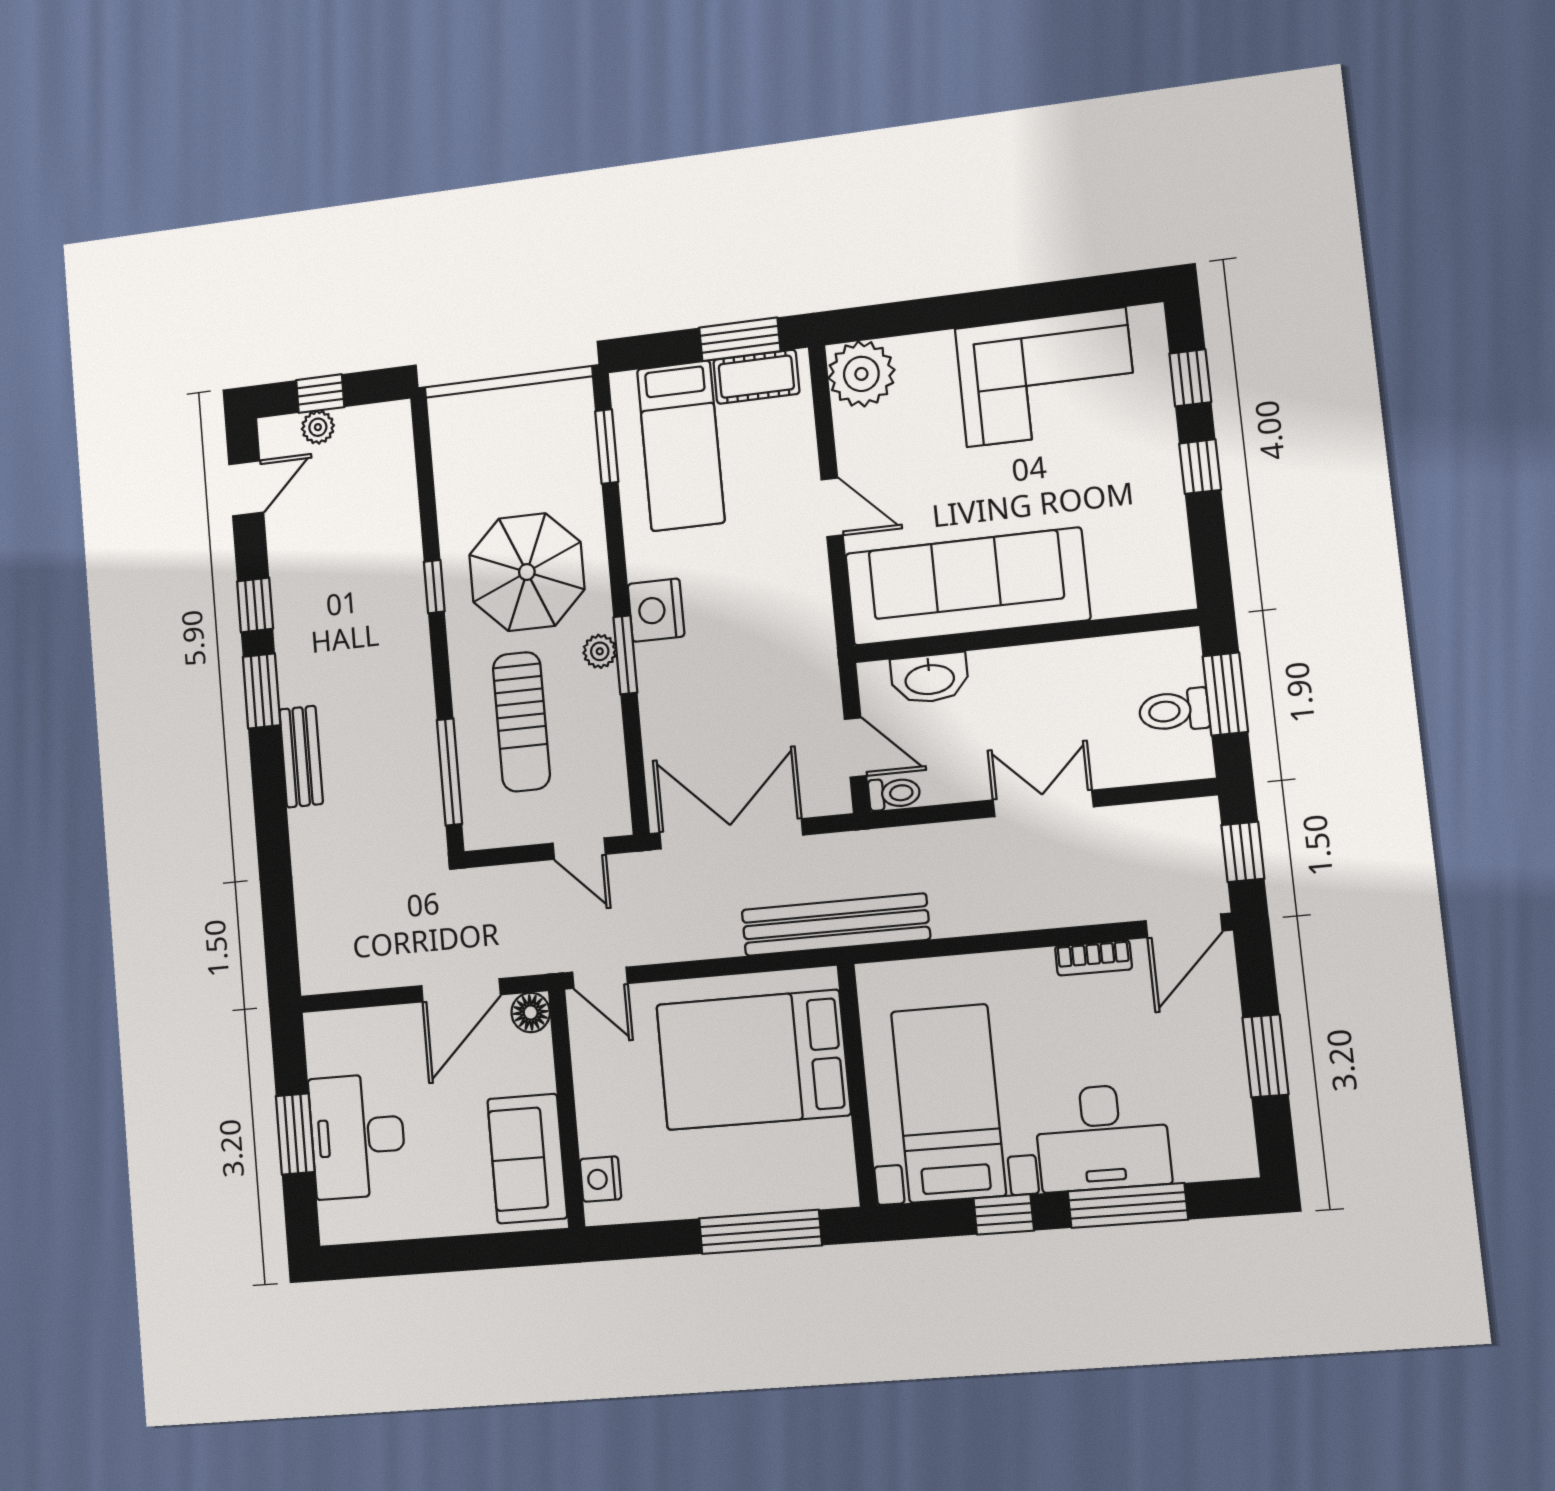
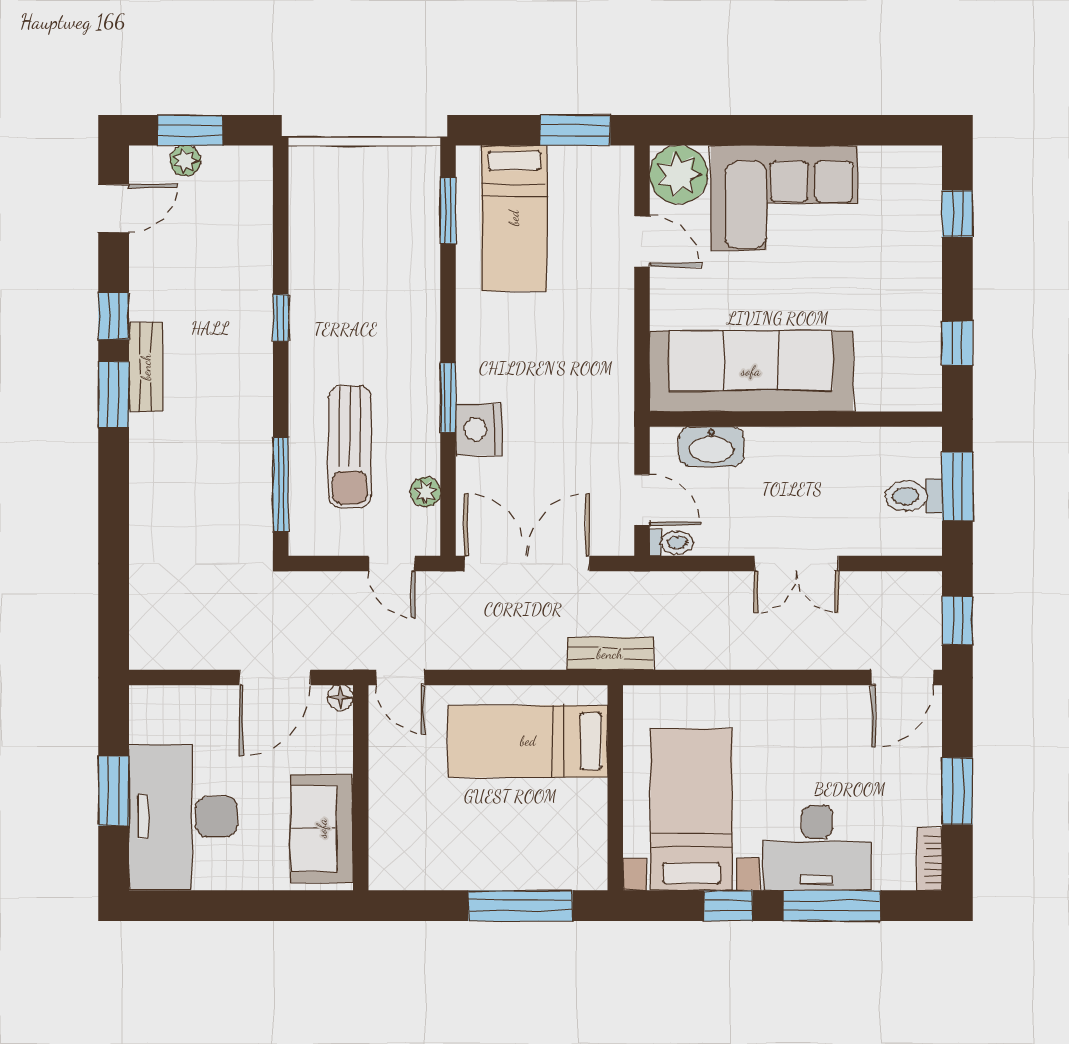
cot: (756, 377) -> (587, 165), removed
corner sofa: (1046, 377) -> (784, 198), moved
window: (320, 394) -> (190, 130), width x1.50
window: (1200, 467) -> (957, 343), moved
door: (832, 507) -> (642, 241), moved
parasol: (527, 572) -> (366, 314), removed
nightstand: (656, 610) -> (479, 429), moved
plant: (600, 651) -> (426, 492), moved
bench: (301, 757) -> (146, 367), moved
double door: (1043, 803) -> (797, 564), swing flipped
bench: (836, 925) -> (610, 654), width x0.54, depth x0.82
bookcase: (1093, 958) -> (930, 859), moved, turned 90
floor lamp: (531, 1013) -> (341, 698), width x0.73, depth x0.73
bed: (753, 1060) -> (528, 741), width x0.67
desk: (358, 1136) -> (183, 817), width x1.36, depth x1.30
nightstand: (601, 1179) -> (385, 851), removed

